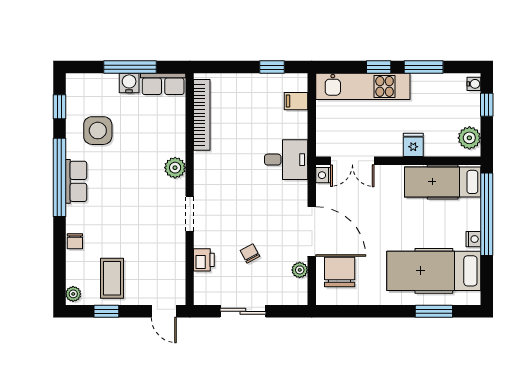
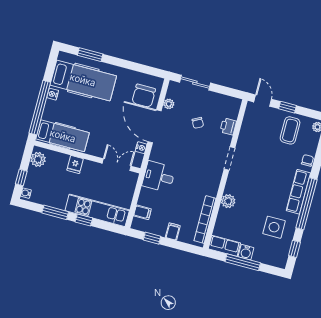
filing cabinet: (244, 85) -> (173, 232), added
plant: (175, 168) -> (228, 201), moved
nightstand: (323, 175) -> (141, 148), moved
row of seats: (76, 181) -> (298, 192), width x1.48
window: (106, 311) -> (287, 107), moved
sliding door: (243, 311) -> (195, 83), moved

